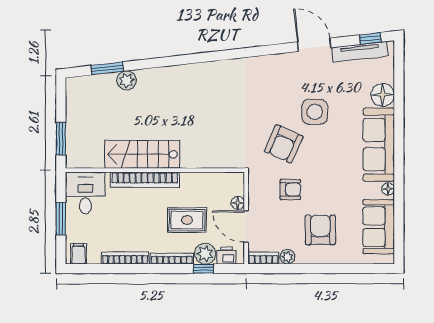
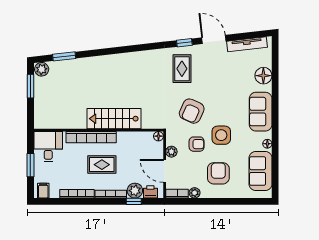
window: (370, 38) -> (184, 43), moved
plant: (127, 80) -> (42, 69), moved
rug: (270, 85) -> (182, 69), added
side table: (315, 112) -> (221, 135), moved
window: (61, 139) -> (30, 86), moved
sofa: (379, 145) -> (261, 112), width x0.73
stairs: (142, 154) -> (114, 119), moved
plant: (256, 200) -> (171, 152), added
floor lamp: (238, 203) -> (158, 136), moved
rug: (187, 220) -> (102, 165), moved

